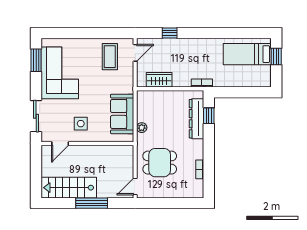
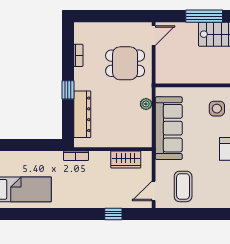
sofa: (122, 114) -> (169, 128), width x1.36
window: (209, 116) -> (68, 90), moved

